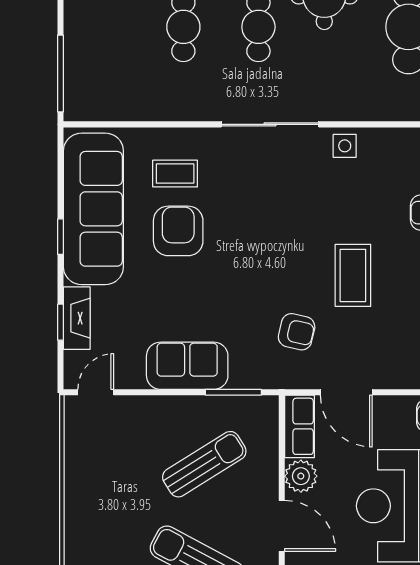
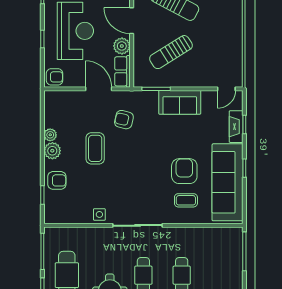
armchair: (178, 231) -> (184, 171), turned 180

